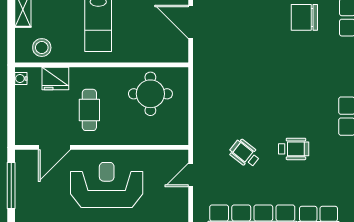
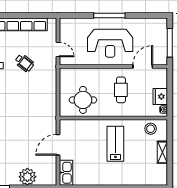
door: (191, 22) -> (58, 145), swing flipped
fridge: (55, 79) -> (160, 97), moved, turned -90
door: (191, 175) -> (58, 49), hinge flipped

